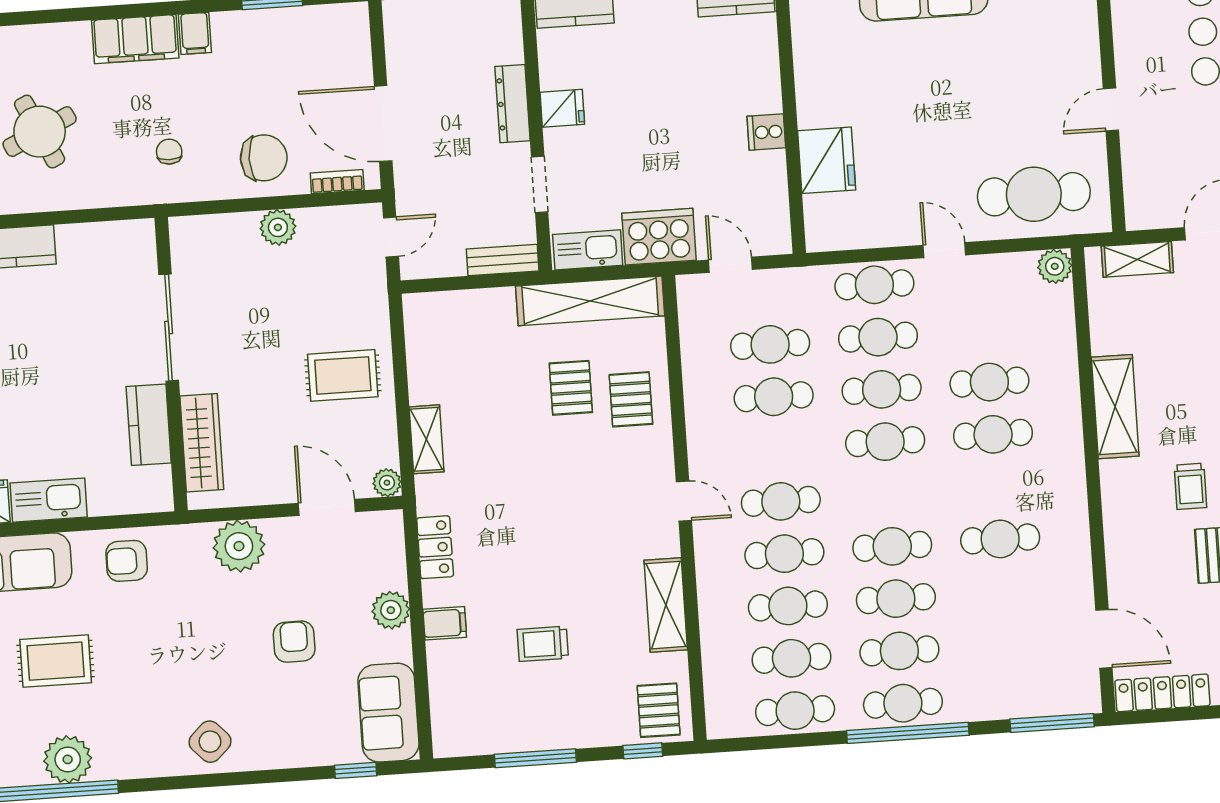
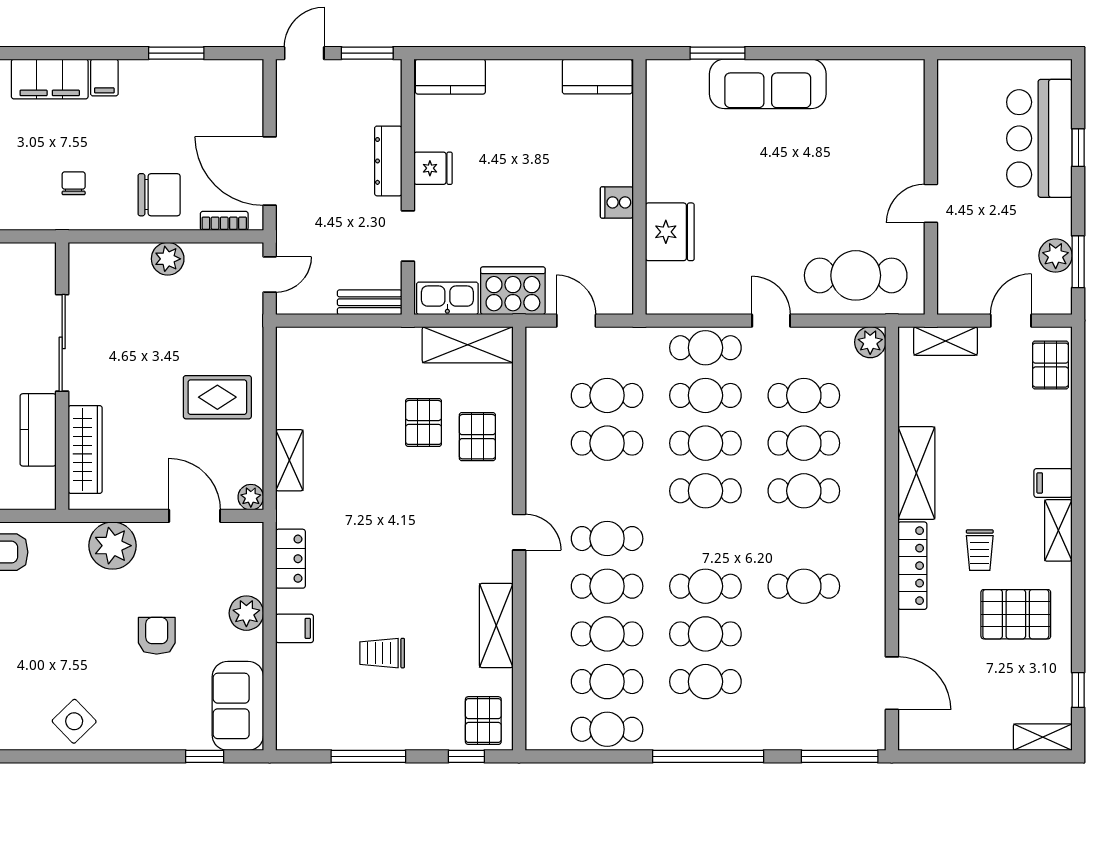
shelving: (590, 301) -> (468, 345), width x0.68
locker: (1162, 693) -> (912, 566), moved, turned 90
cafe table: (903, 703) -> (804, 395), moved

